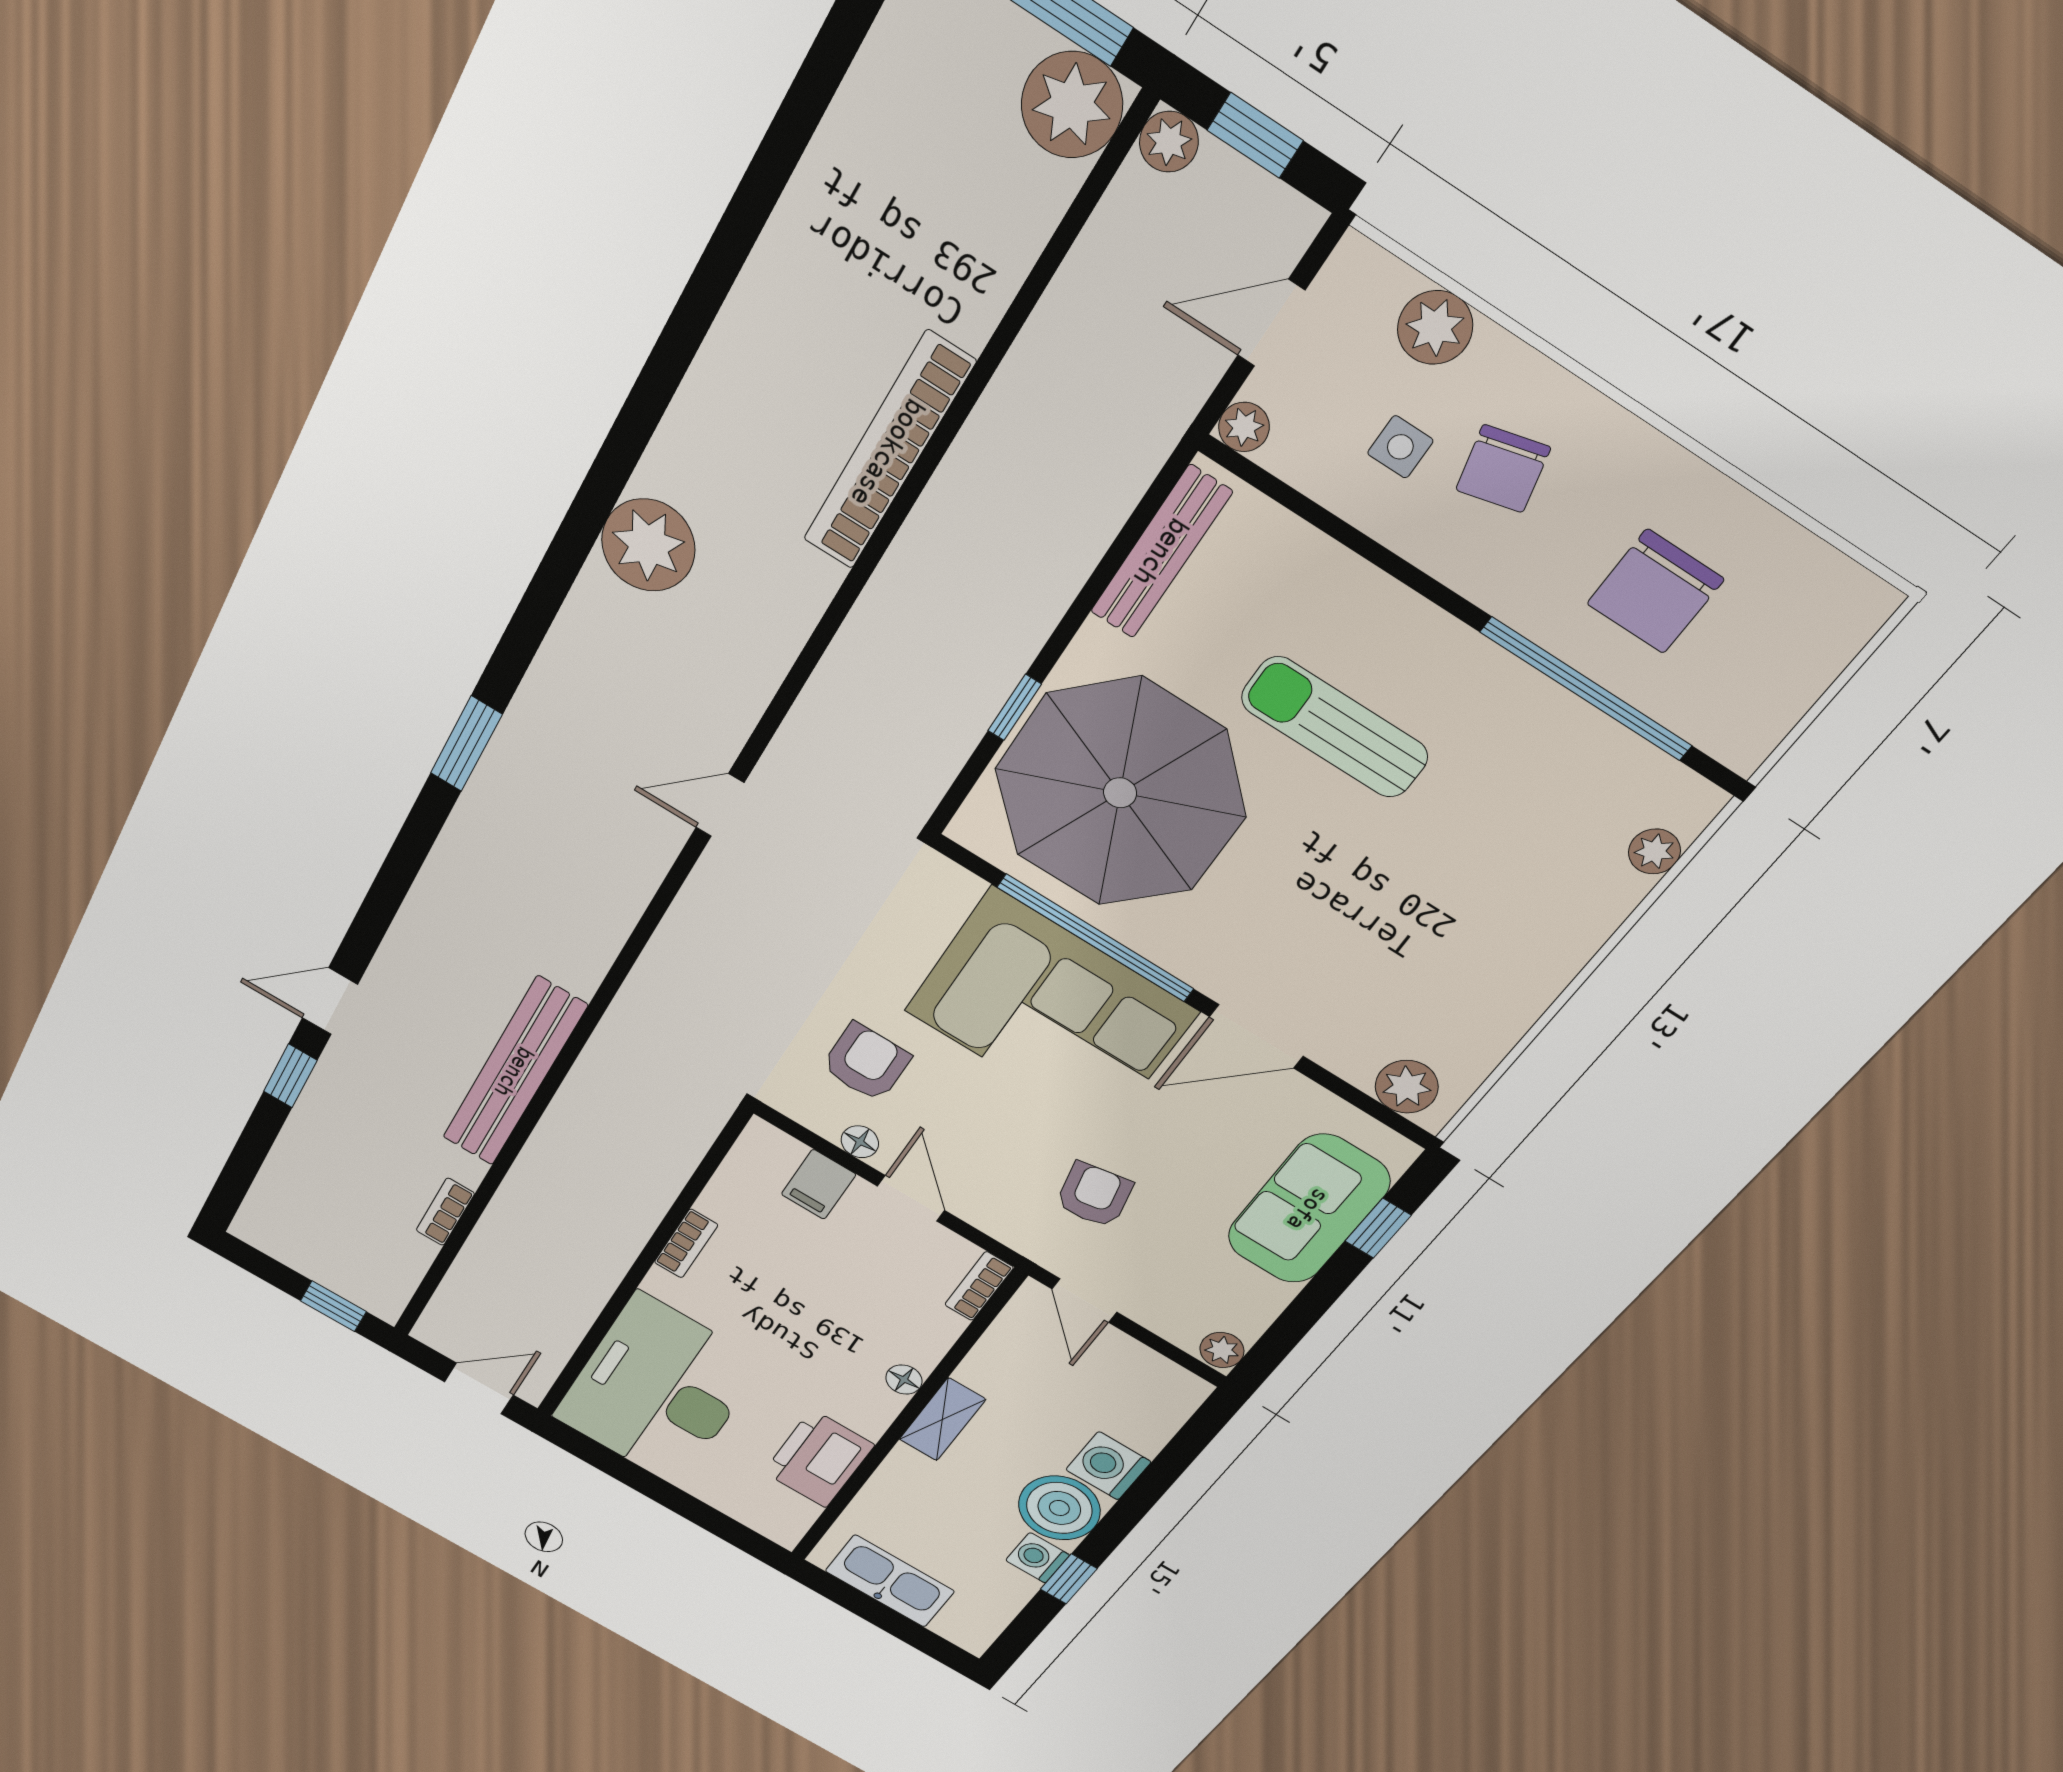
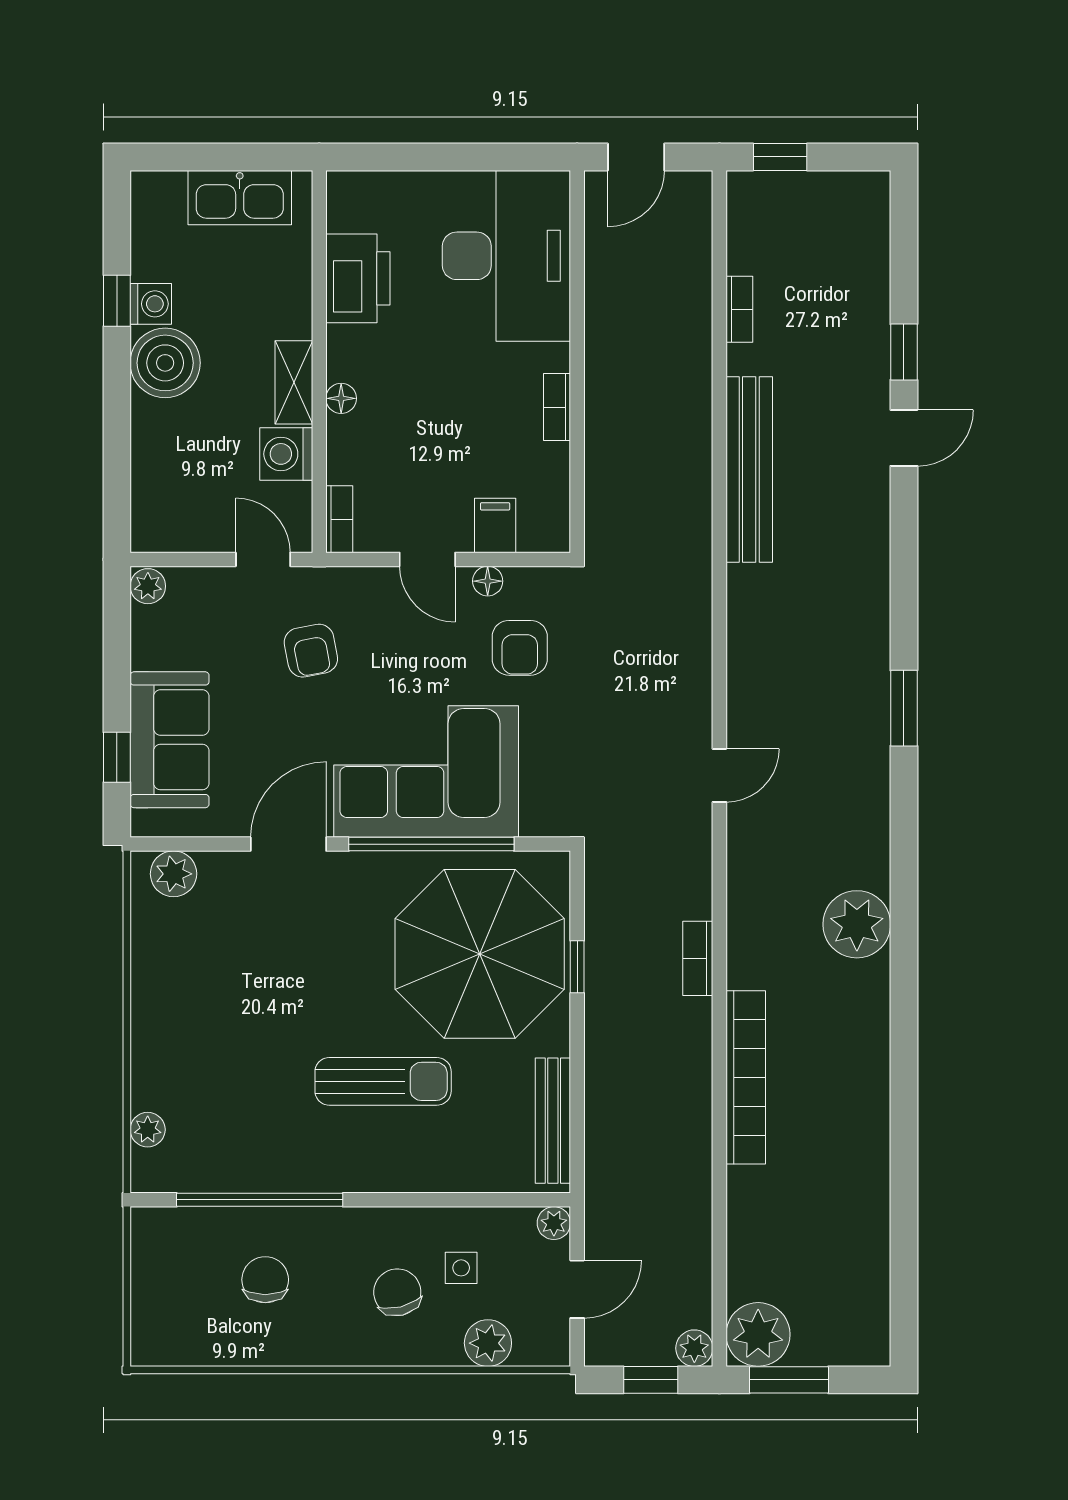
chair: (1655, 591) -> (265, 1280), width x0.73, depth x0.73
bookcase: (864, 627) -> (698, 958), added
washing machine: (1108, 1466) -> (286, 454), moved, turned 180

